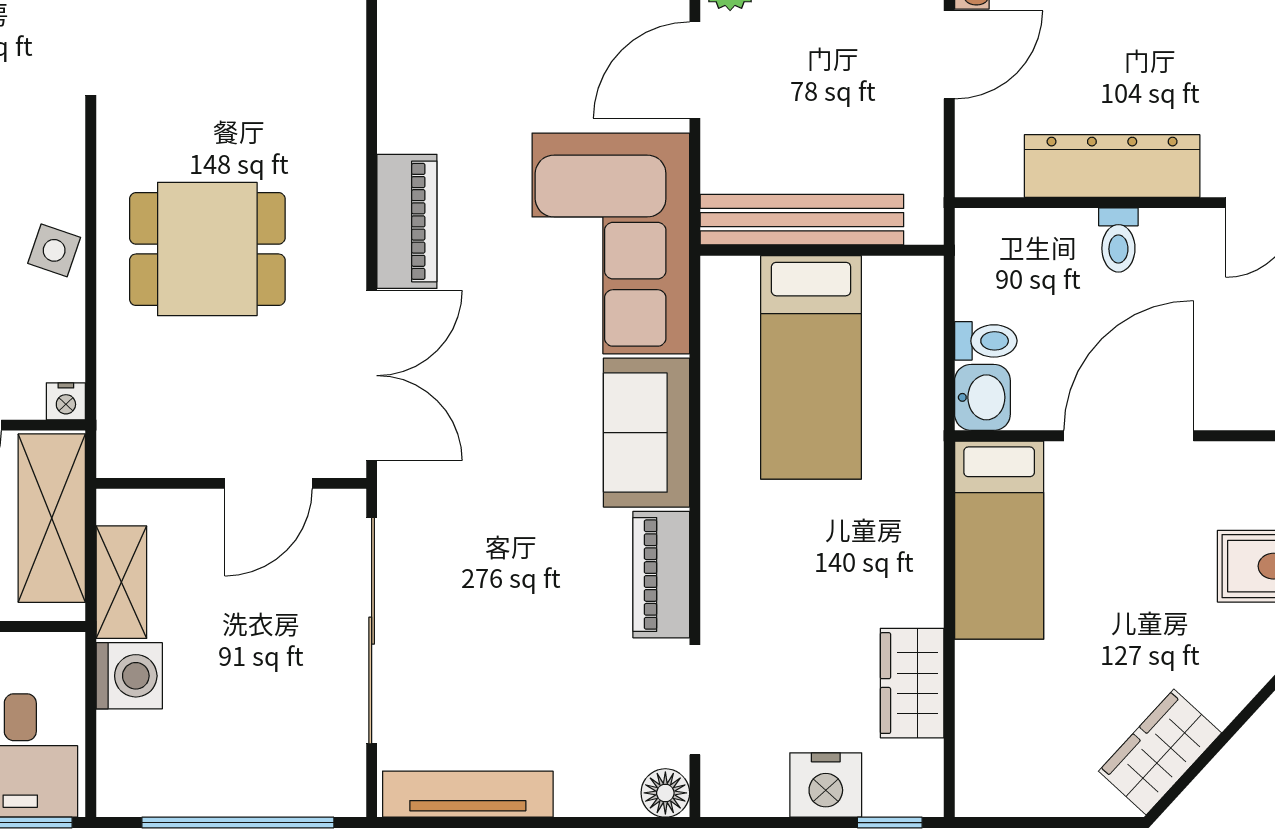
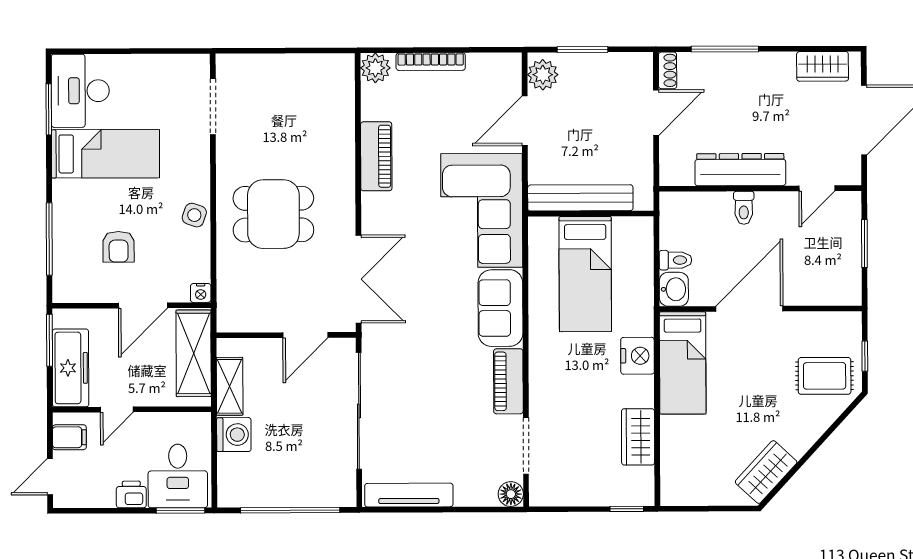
piano: (407, 221) -> (376, 156), moved
nightstand: (826, 785) -> (638, 356), moved, turned -90

